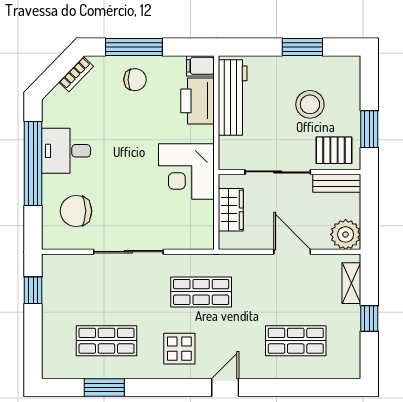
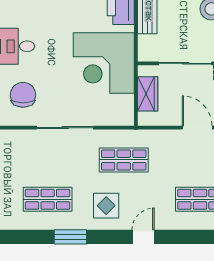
corner desk: (186, 172) -> (104, 63), width x1.36, depth x1.36
chair: (76, 211) -> (23, 95), turned 90
window: (104, 387) -> (70, 237), moved

